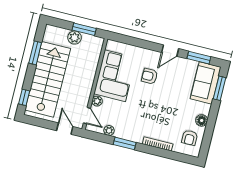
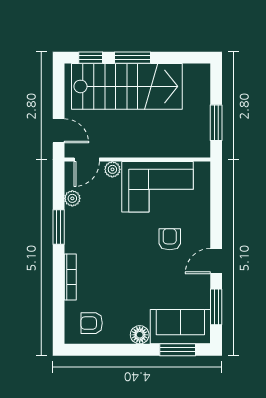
plant: (75, 38) -> (200, 112), removed
door: (170, 51) -> (216, 261), hinge flipped
window: (35, 53) -> (132, 58), moved
floor lamp: (202, 120) -> (140, 335), moved
door: (65, 129) -> (59, 131), hinge flipped

